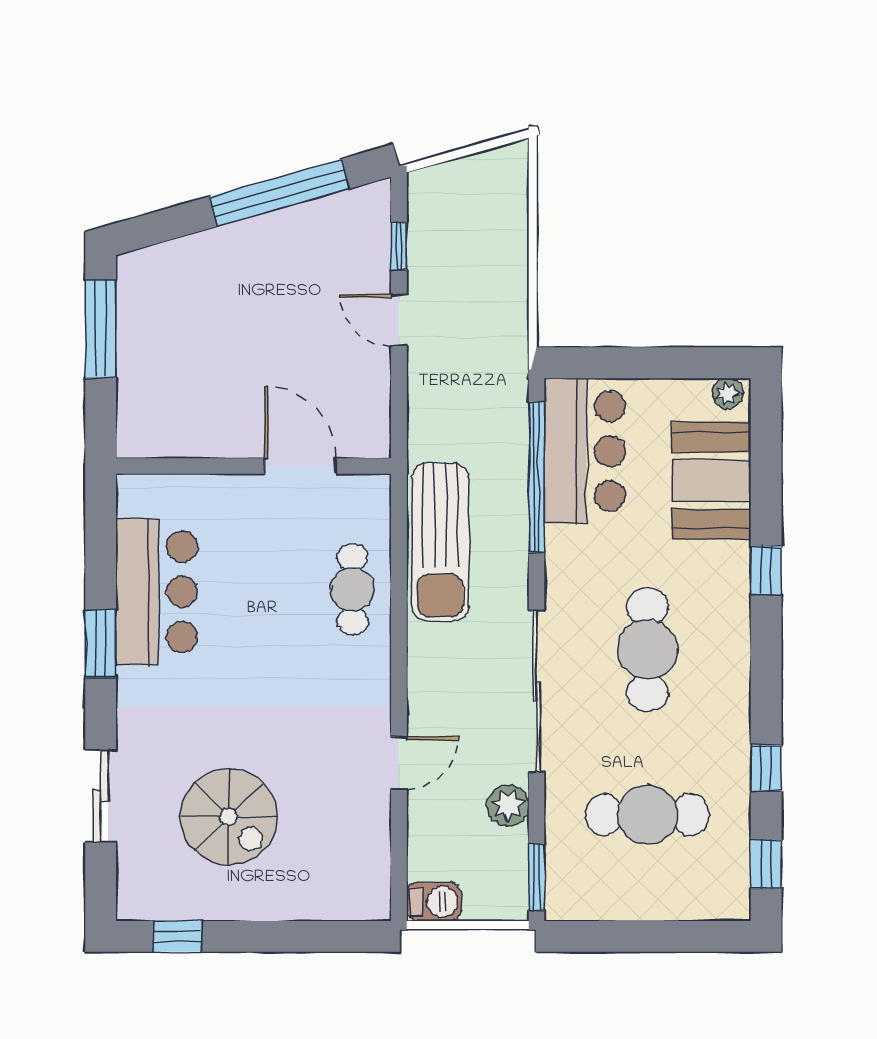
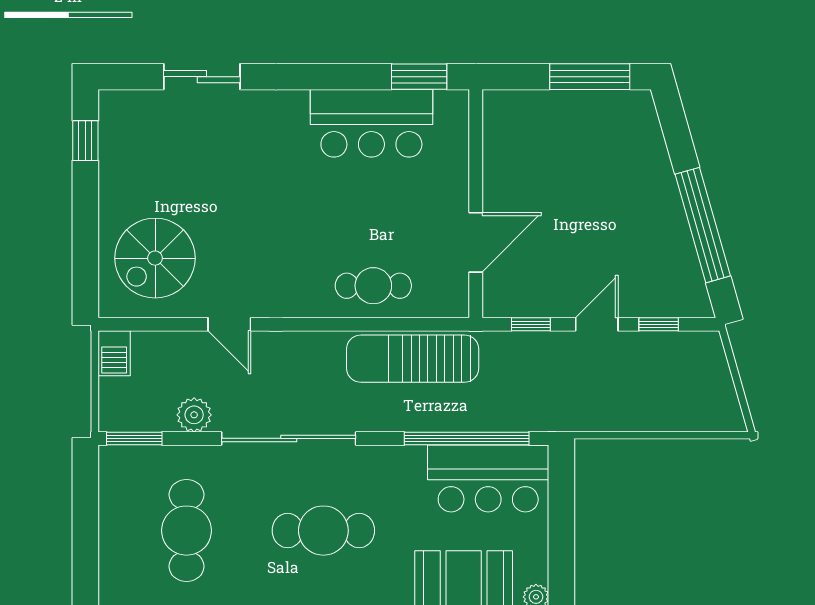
window: (399, 400) -> (531, 324), added
window: (101, 643) -> (419, 77), moved
spiral stairs: (229, 817) -> (155, 258), moved

